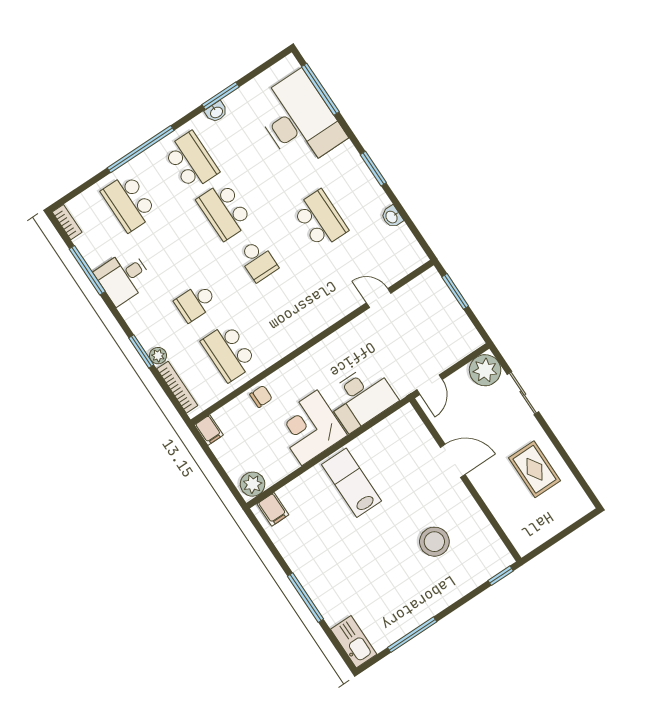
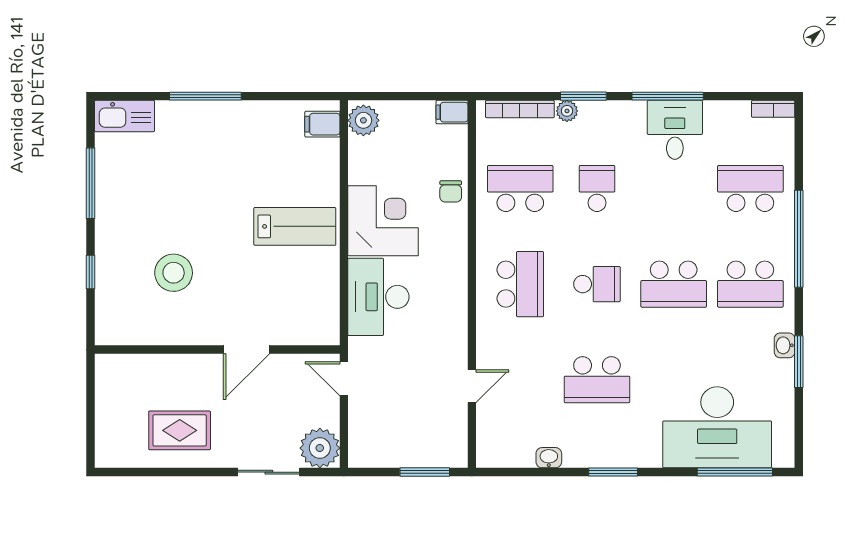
school desk: (225, 211) -> (674, 284), turned 180
school desk: (258, 261) -> (597, 284), turned 180
window: (87, 270) -> (668, 96), moved
school desk: (291, 311) -> (520, 284), added
window: (501, 576) -> (91, 272), moved

